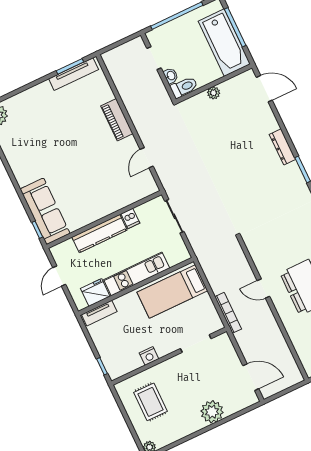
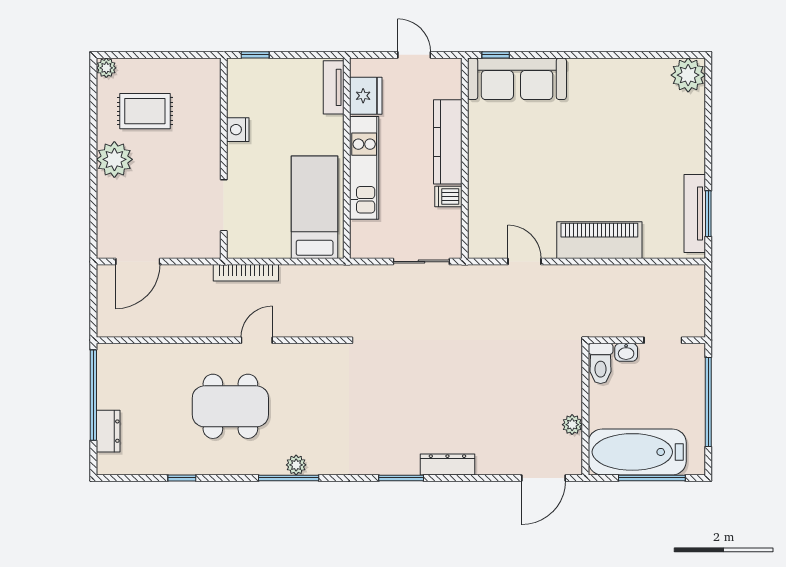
plant: (214, 93) -> (572, 425), moved
piano: (117, 120) -> (599, 240), width x1.37, depth x1.33
rug: (151, 402) -> (145, 111), moved
plant: (212, 412) -> (114, 159), moved

